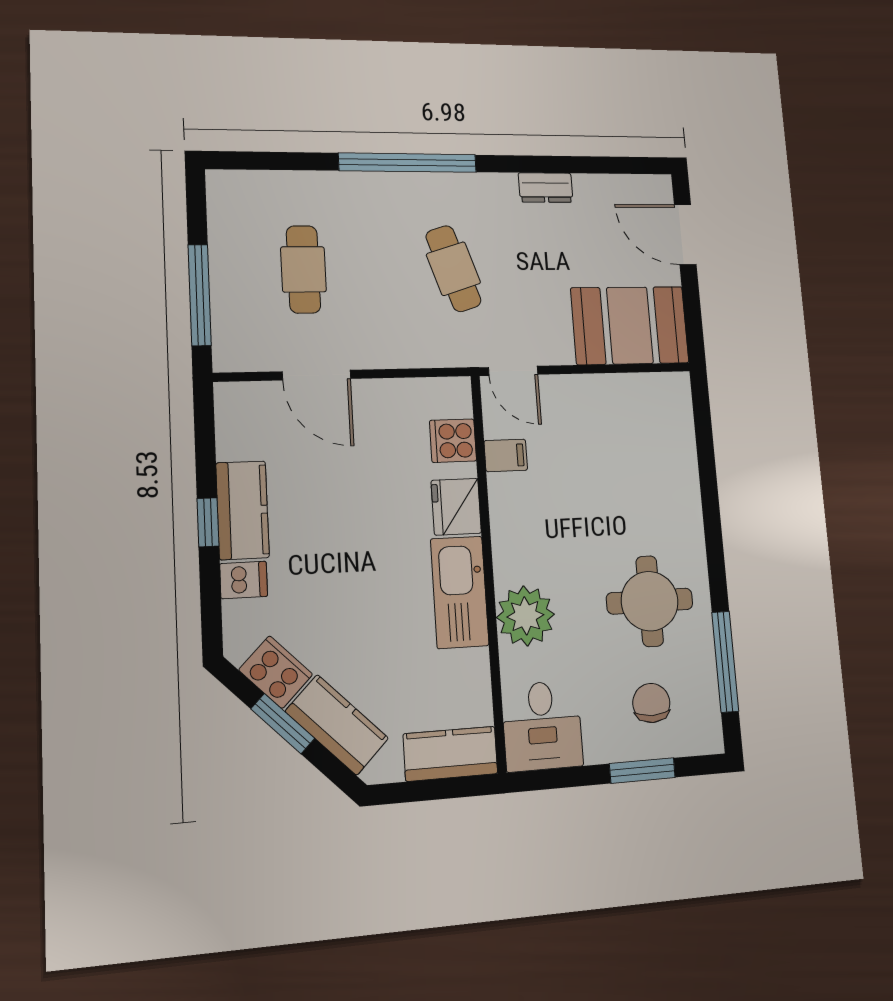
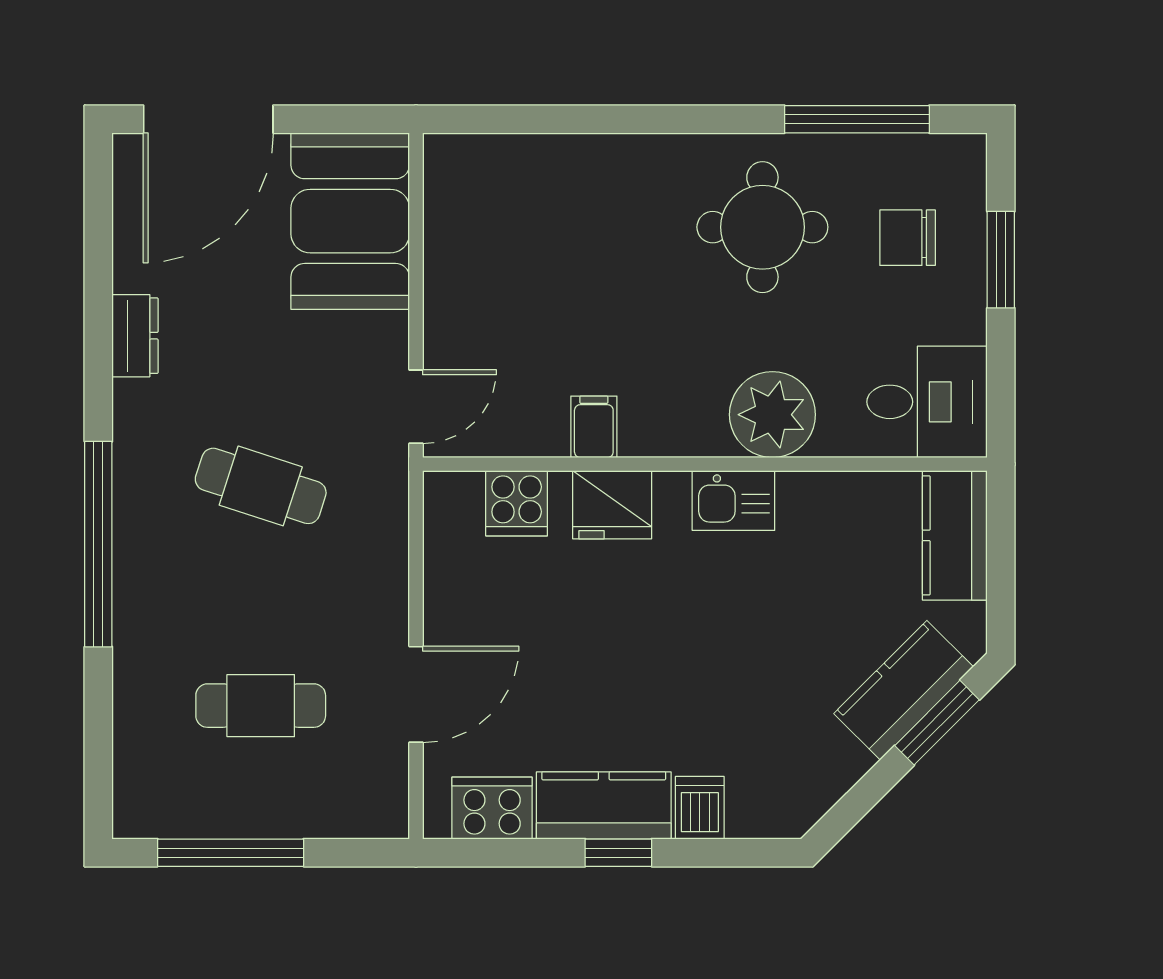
door: (685, 234) -> (208, 119), width x1.36
cafe table: (453, 269) -> (261, 486), turned 36
window: (200, 295) -> (231, 853), moved
filing cabinet: (506, 455) -> (594, 427), moved
kitchen sink: (460, 592) -> (733, 501), width x0.53, depth x0.81
cooker: (276, 672) -> (492, 808), moved, turned 45
window: (283, 724) -> (937, 723), moved

